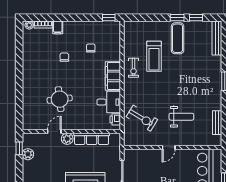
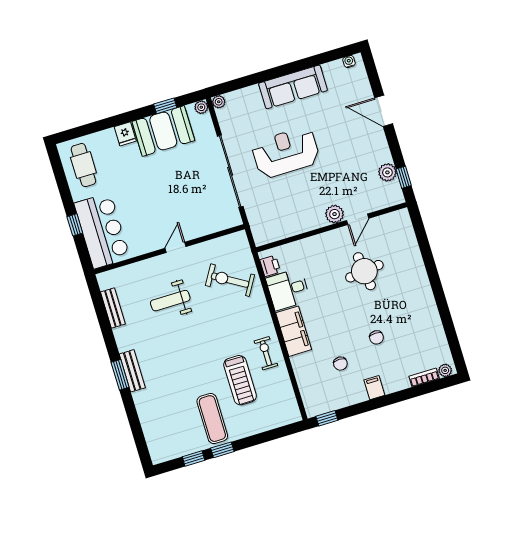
filing cabinet: (58, 27) -> (374, 388), moved
bench: (217, 38) -> (132, 371), moved, width x0.73
treadmill: (154, 56) -> (240, 380), turned 180
row of seats: (92, 139) -> (297, 225), removed

